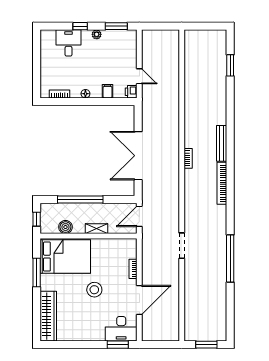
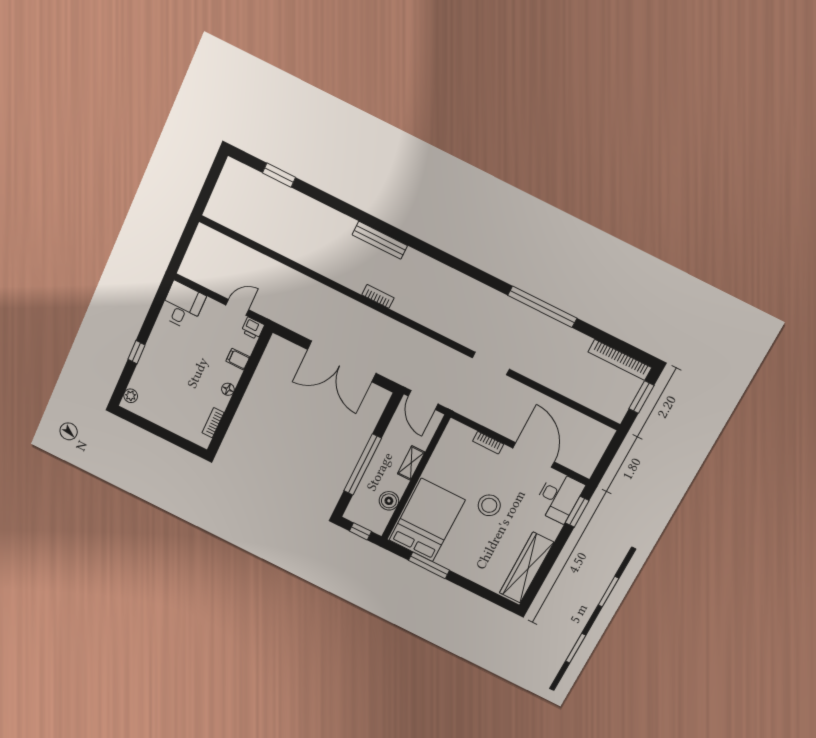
window: (116, 26) -> (157, 305), removed
plant: (97, 34) -> (131, 396), moved
desk: (69, 43) -> (182, 306), moved, turned 90
bookcase: (222, 183) -> (620, 360), moved
wardrobe: (48, 316) -> (527, 568), moved, turned -90

